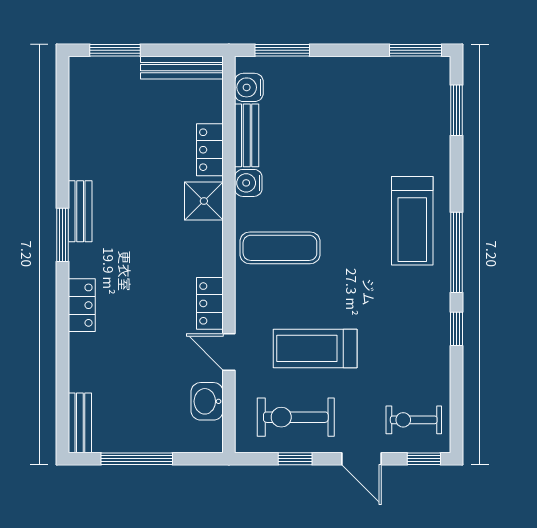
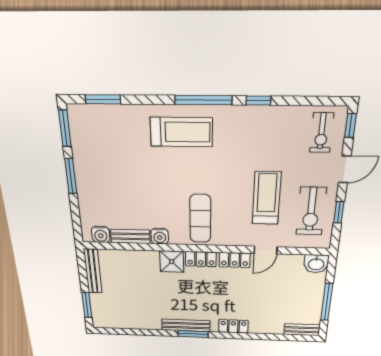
window: (282, 50) -> (71, 176), moved
locker: (210, 150) -> (201, 259), moved
bench: (80, 211) -> (186, 325), width x1.36
treadmill: (315, 348) -> (267, 198), turned 180
washbasin: (207, 401) -> (316, 264), moved

